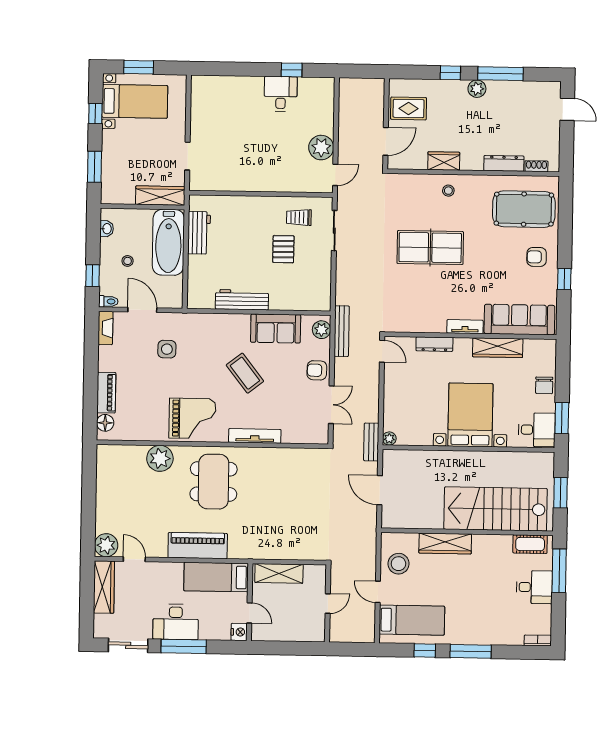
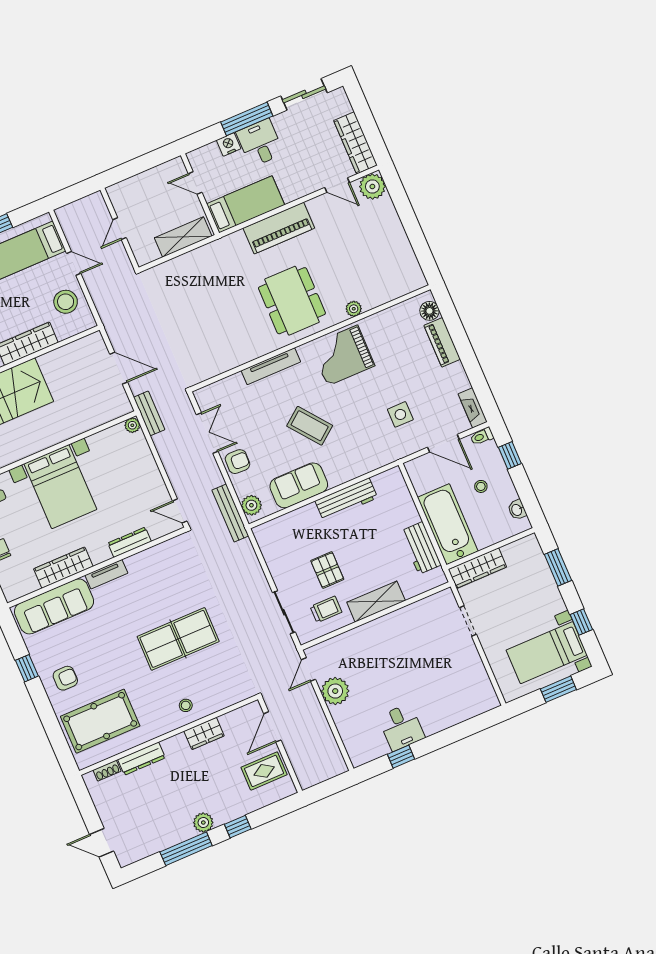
shelving: (255, 206) -> (376, 602), added
double door: (331, 405) -> (207, 433), swing flipped
plant: (160, 458) -> (354, 309), width x0.53, depth x0.53
desk: (176, 622) -> (260, 143), width x0.73
nightstand: (239, 632) -> (229, 144), moved, turned 90

